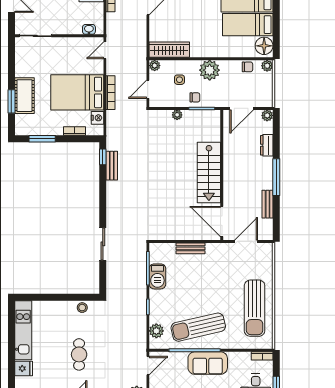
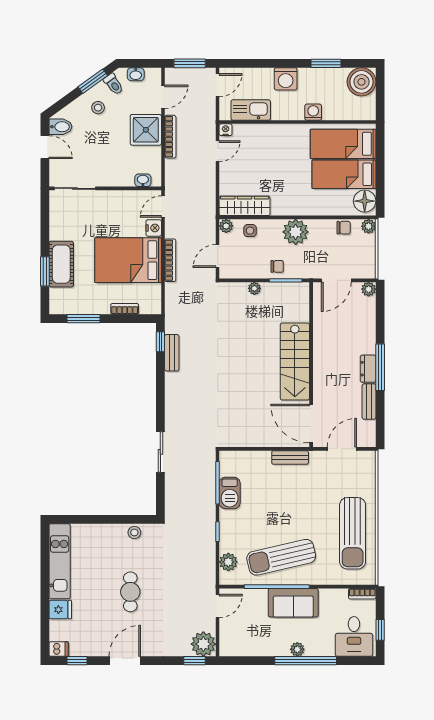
side table: (179, 80) -> (250, 231), moved
nightstand: (97, 118) -> (154, 228), moved
dresser: (267, 145) -> (368, 369), moved
bench: (191, 248) -> (290, 457), moved

